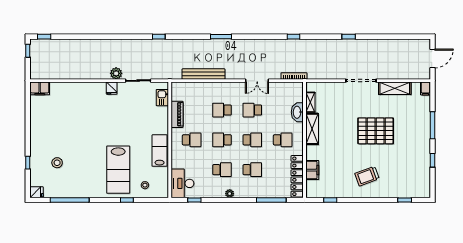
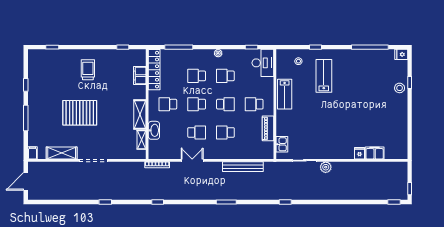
filing cabinet: (40, 88) -> (375, 153), moved
fridge: (112, 88) -> (360, 153), moved
school desk: (222, 110) -> (225, 132), turned 180
stool: (57, 163) -> (400, 88), moved
lab bench: (118, 170) -> (324, 76), width x0.73, depth x0.72
trolley: (367, 176) -> (88, 70), turned -70

